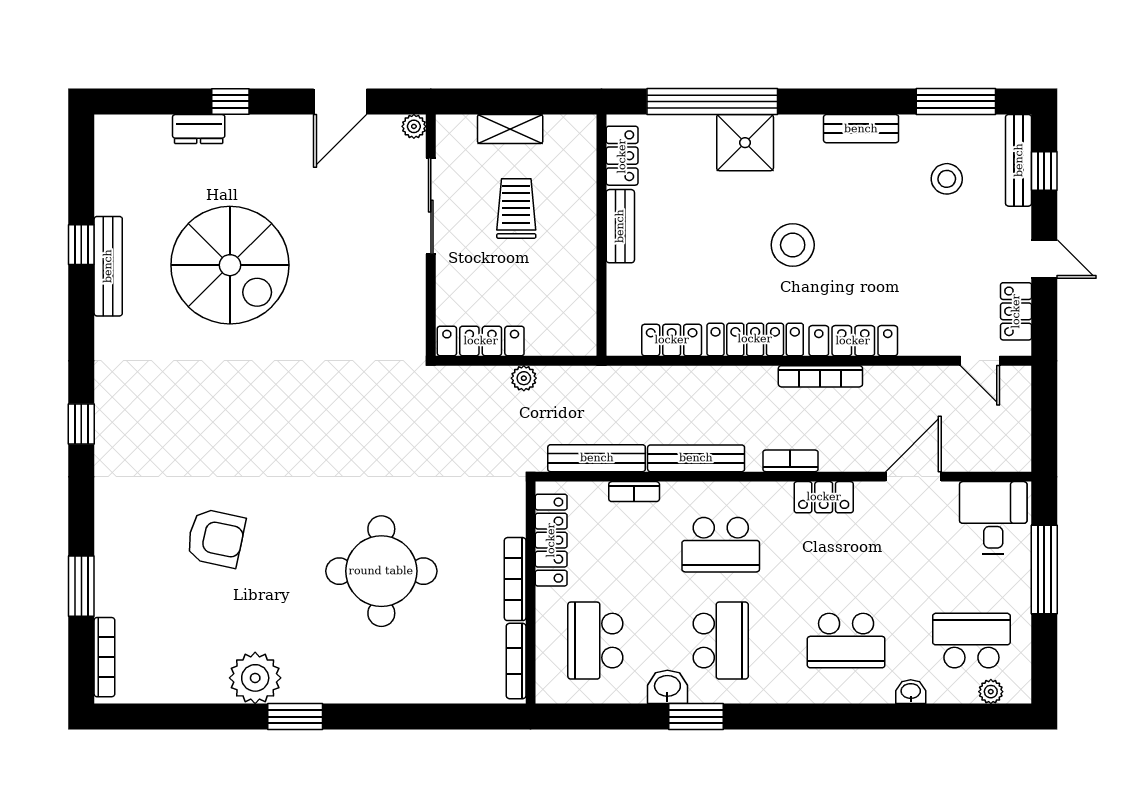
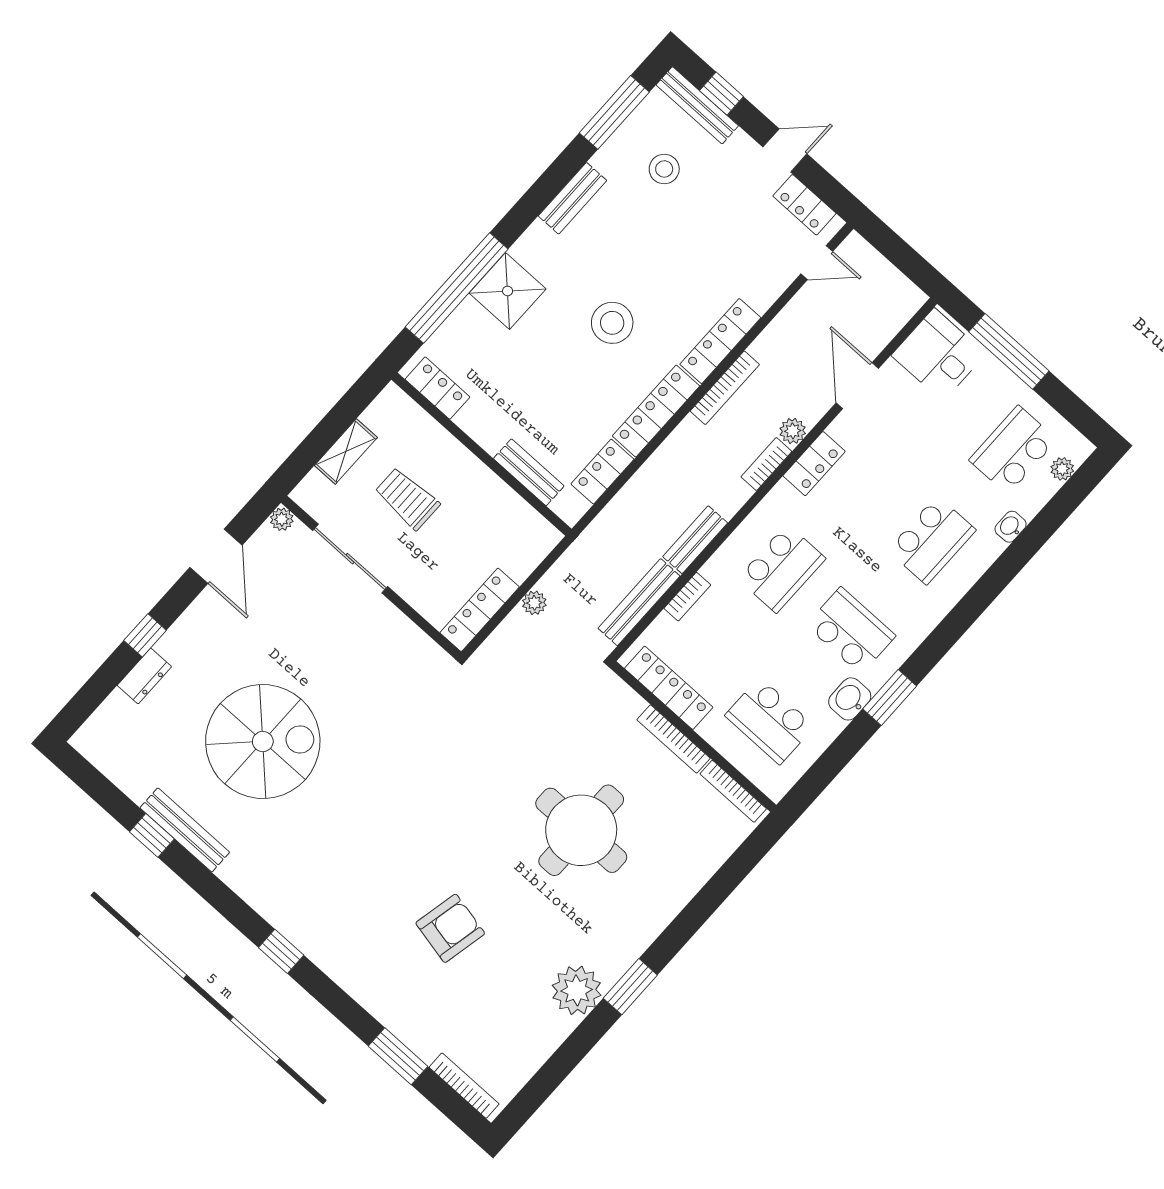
bench: (620, 226) -> (529, 472), moved
bench: (696, 458) -> (695, 540), width x0.73
plant: (834, 458) -> (793, 431), added

